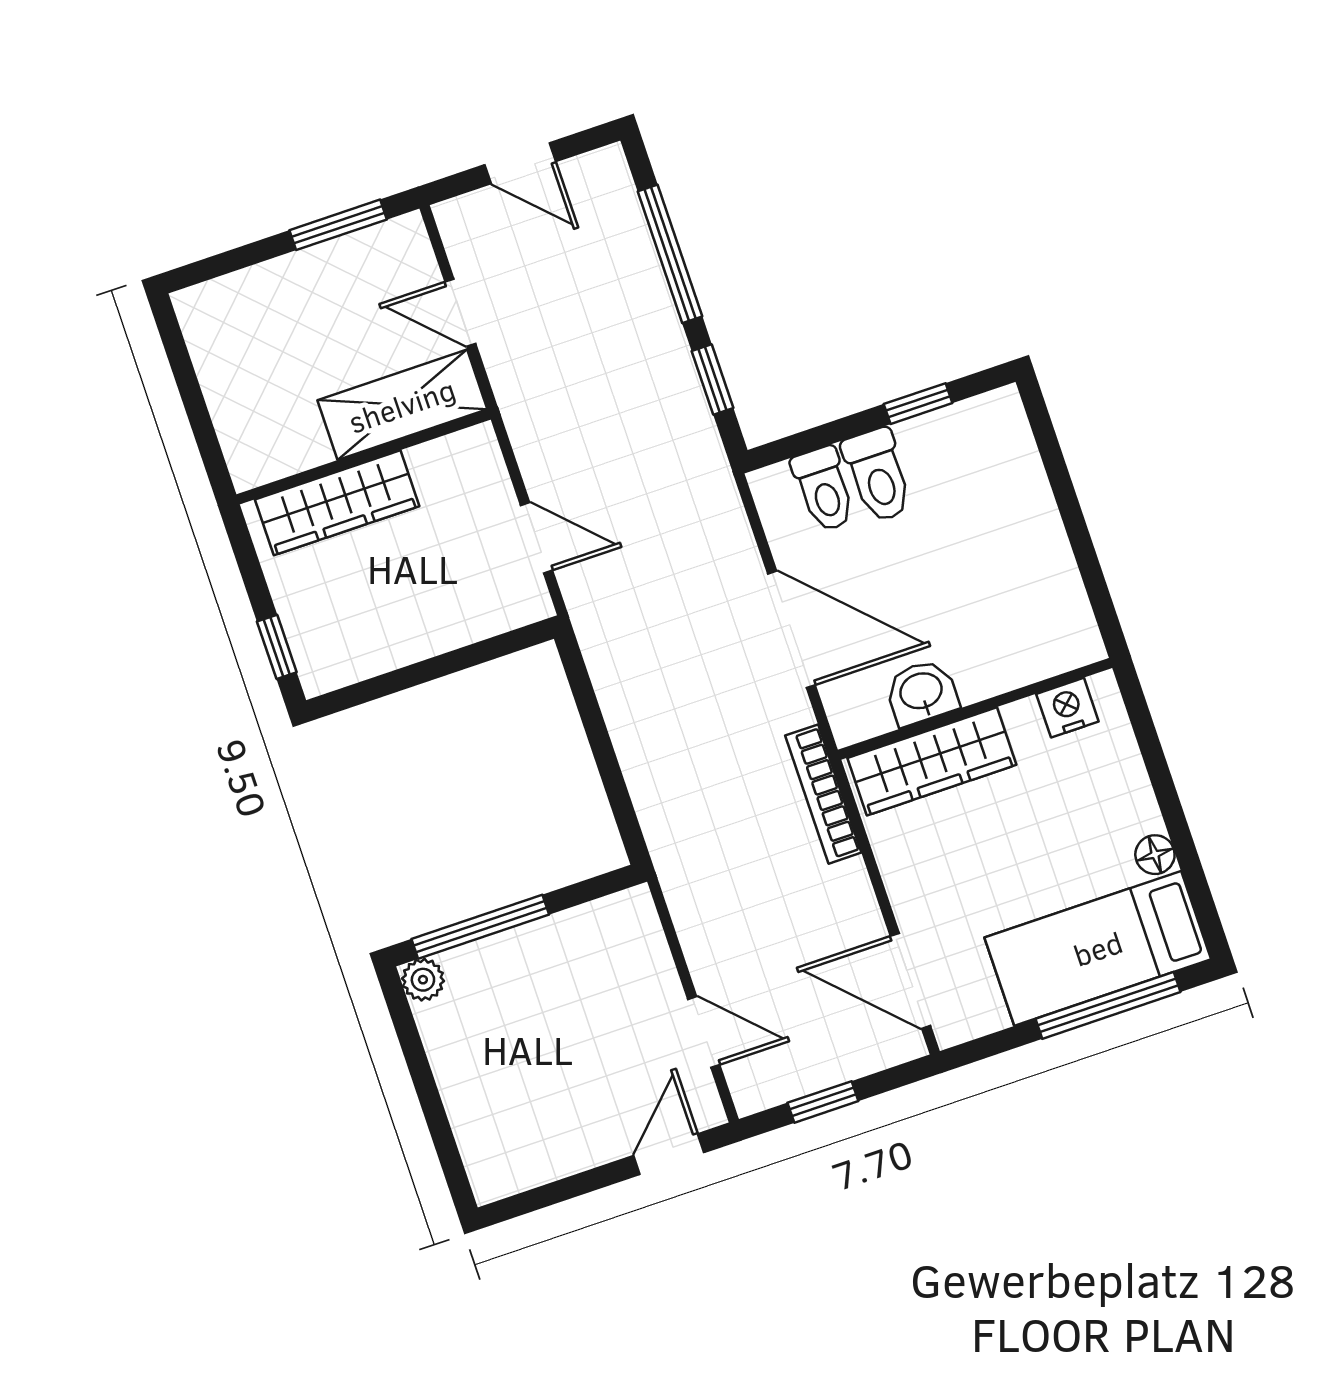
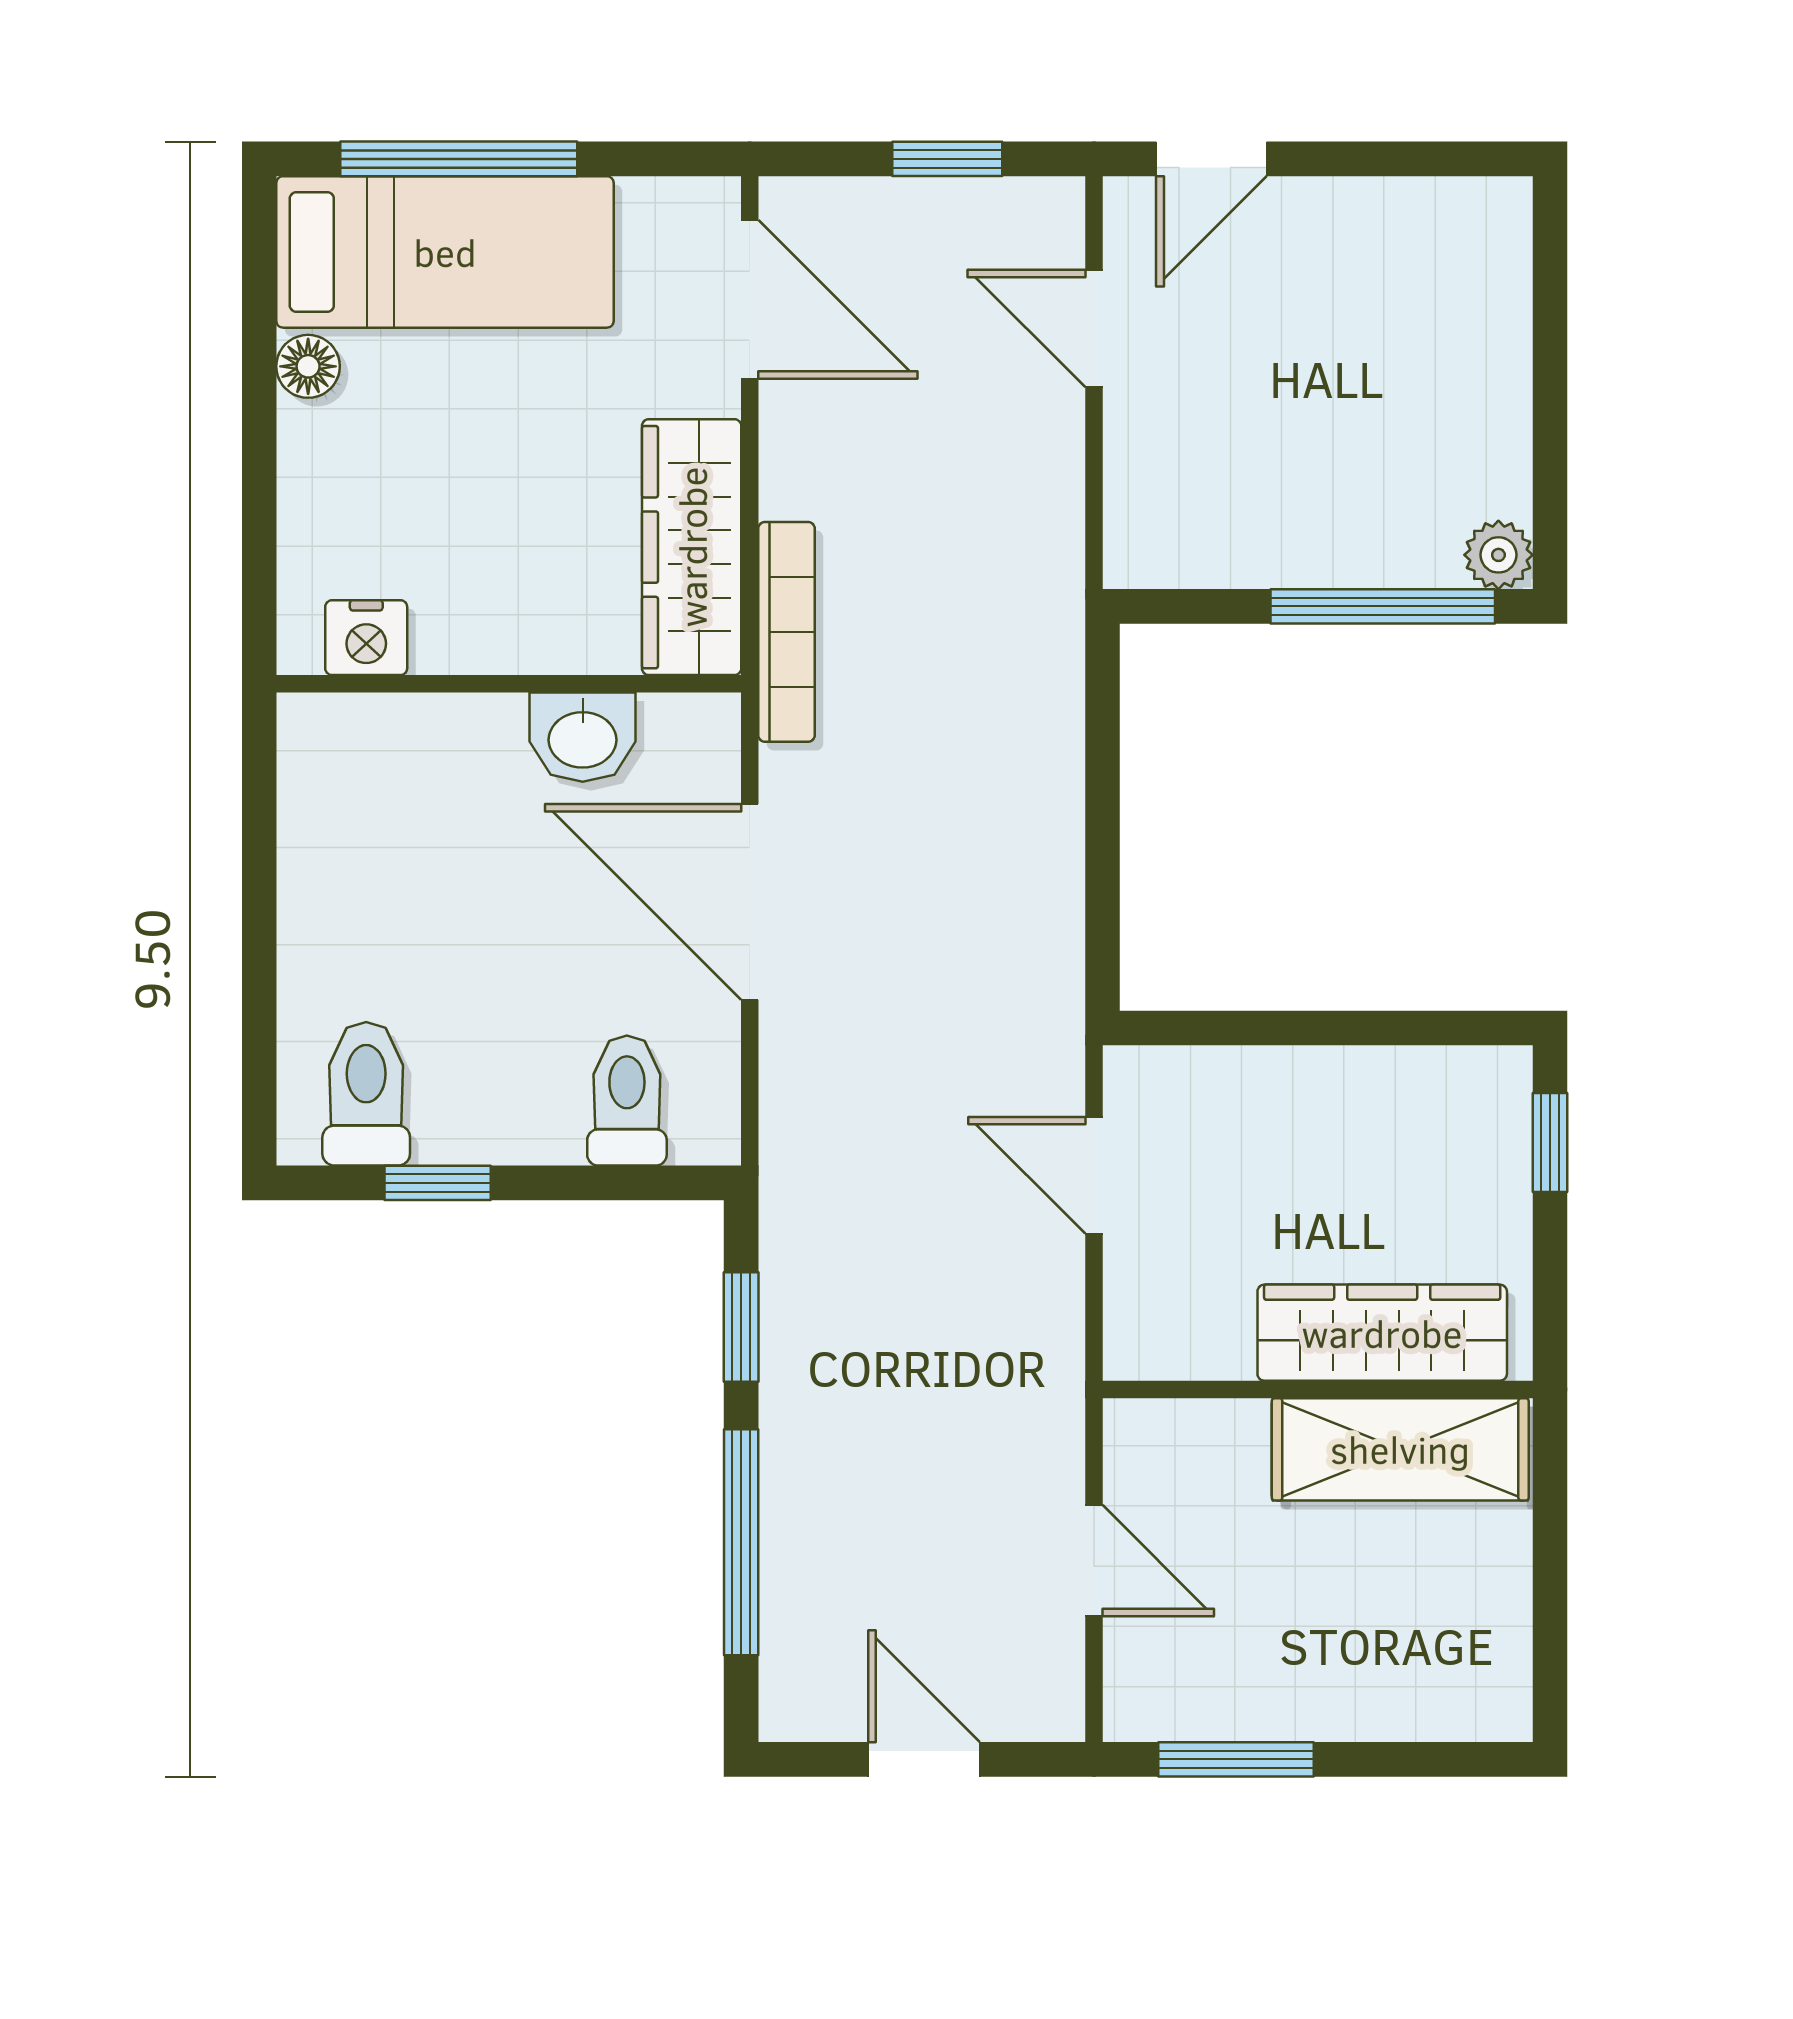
shelving: (402, 405) -> (1400, 1449), moved
toilet: (878, 475) -> (366, 1094), moved
wardrobe: (932, 761) -> (692, 547), moved, turned -90

